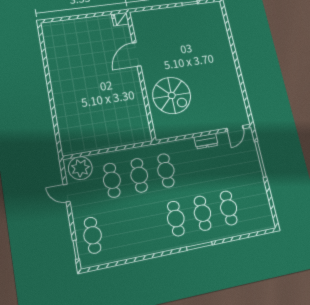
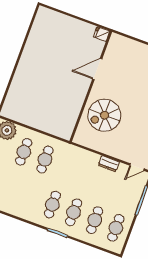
spiral stairs: (172, 95) -> (104, 115), turned 90
cafe table: (166, 170) -> (116, 228), moved

